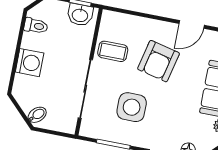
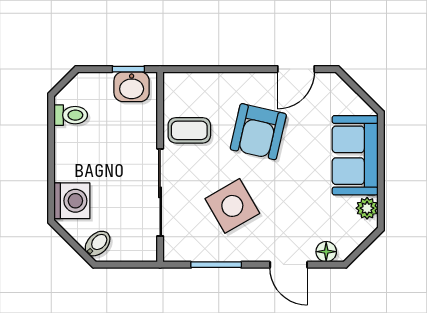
washing machine: (30, 63) -> (72, 201), moved
side table: (132, 107) -> (232, 206), turned -30

